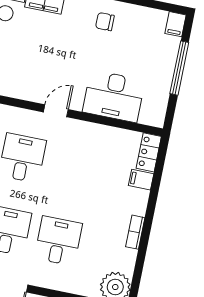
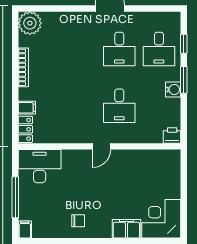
desk: (114, 96) -> (40, 166), moved
bookcase: (135, 232) -> (23, 67), width x1.56
desk: (58, 241) -> (80, 49), removed

